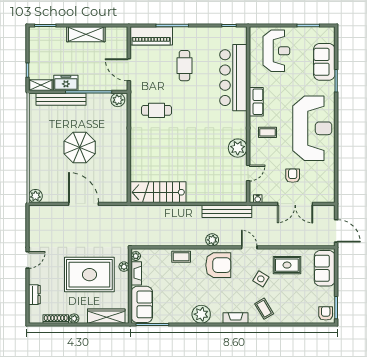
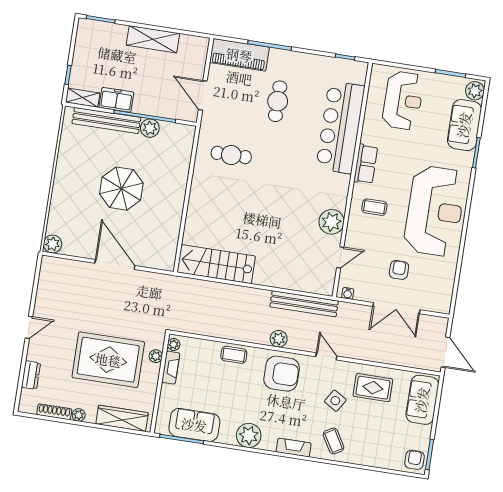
plant: (328, 36) -> (475, 91), added
plant: (118, 100) -> (150, 128), moved
sofa: (142, 304) -> (194, 425), moved, turned -90

